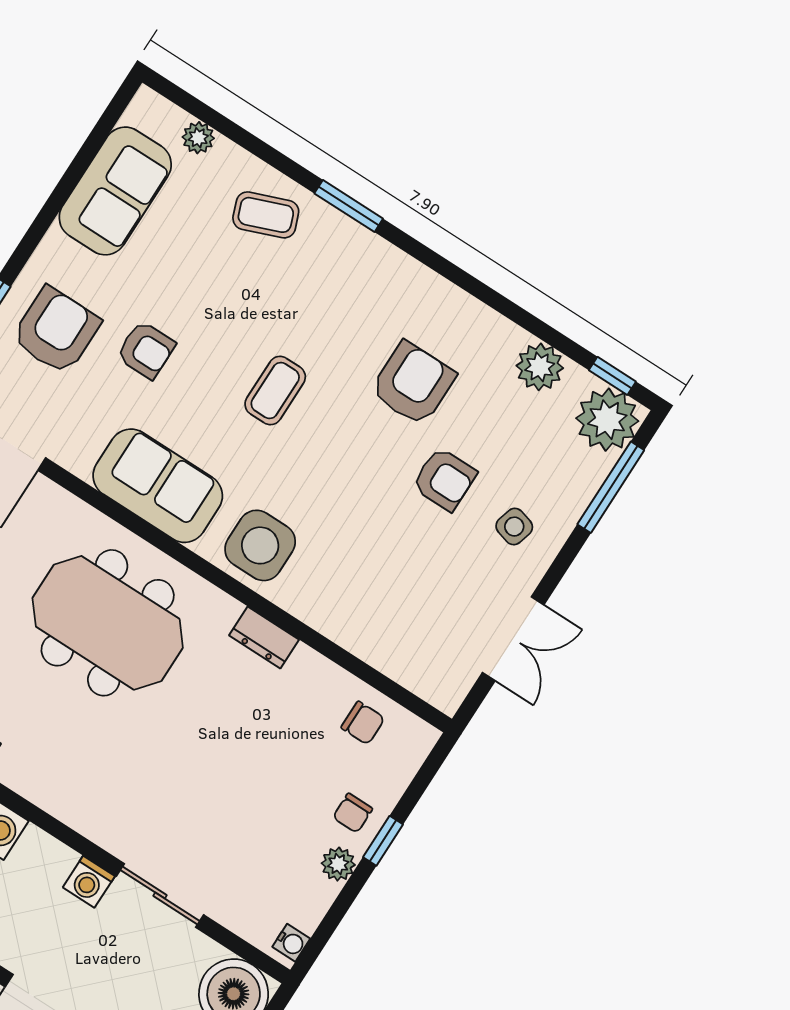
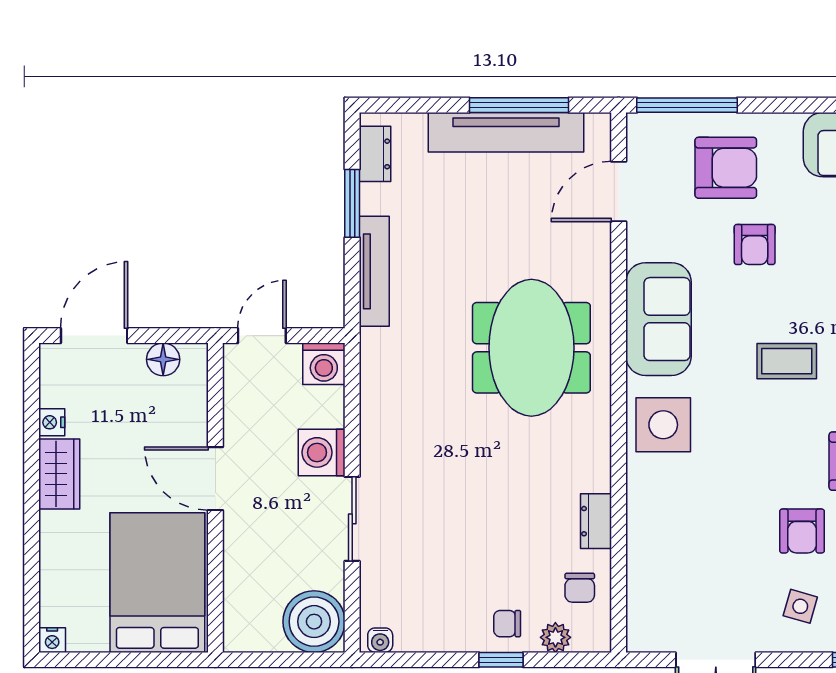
dresser: (264, 637) -> (596, 521), moved
plant: (338, 864) -> (555, 637), moved
washing machine: (89, 882) -> (322, 452), width x1.38, depth x1.38

